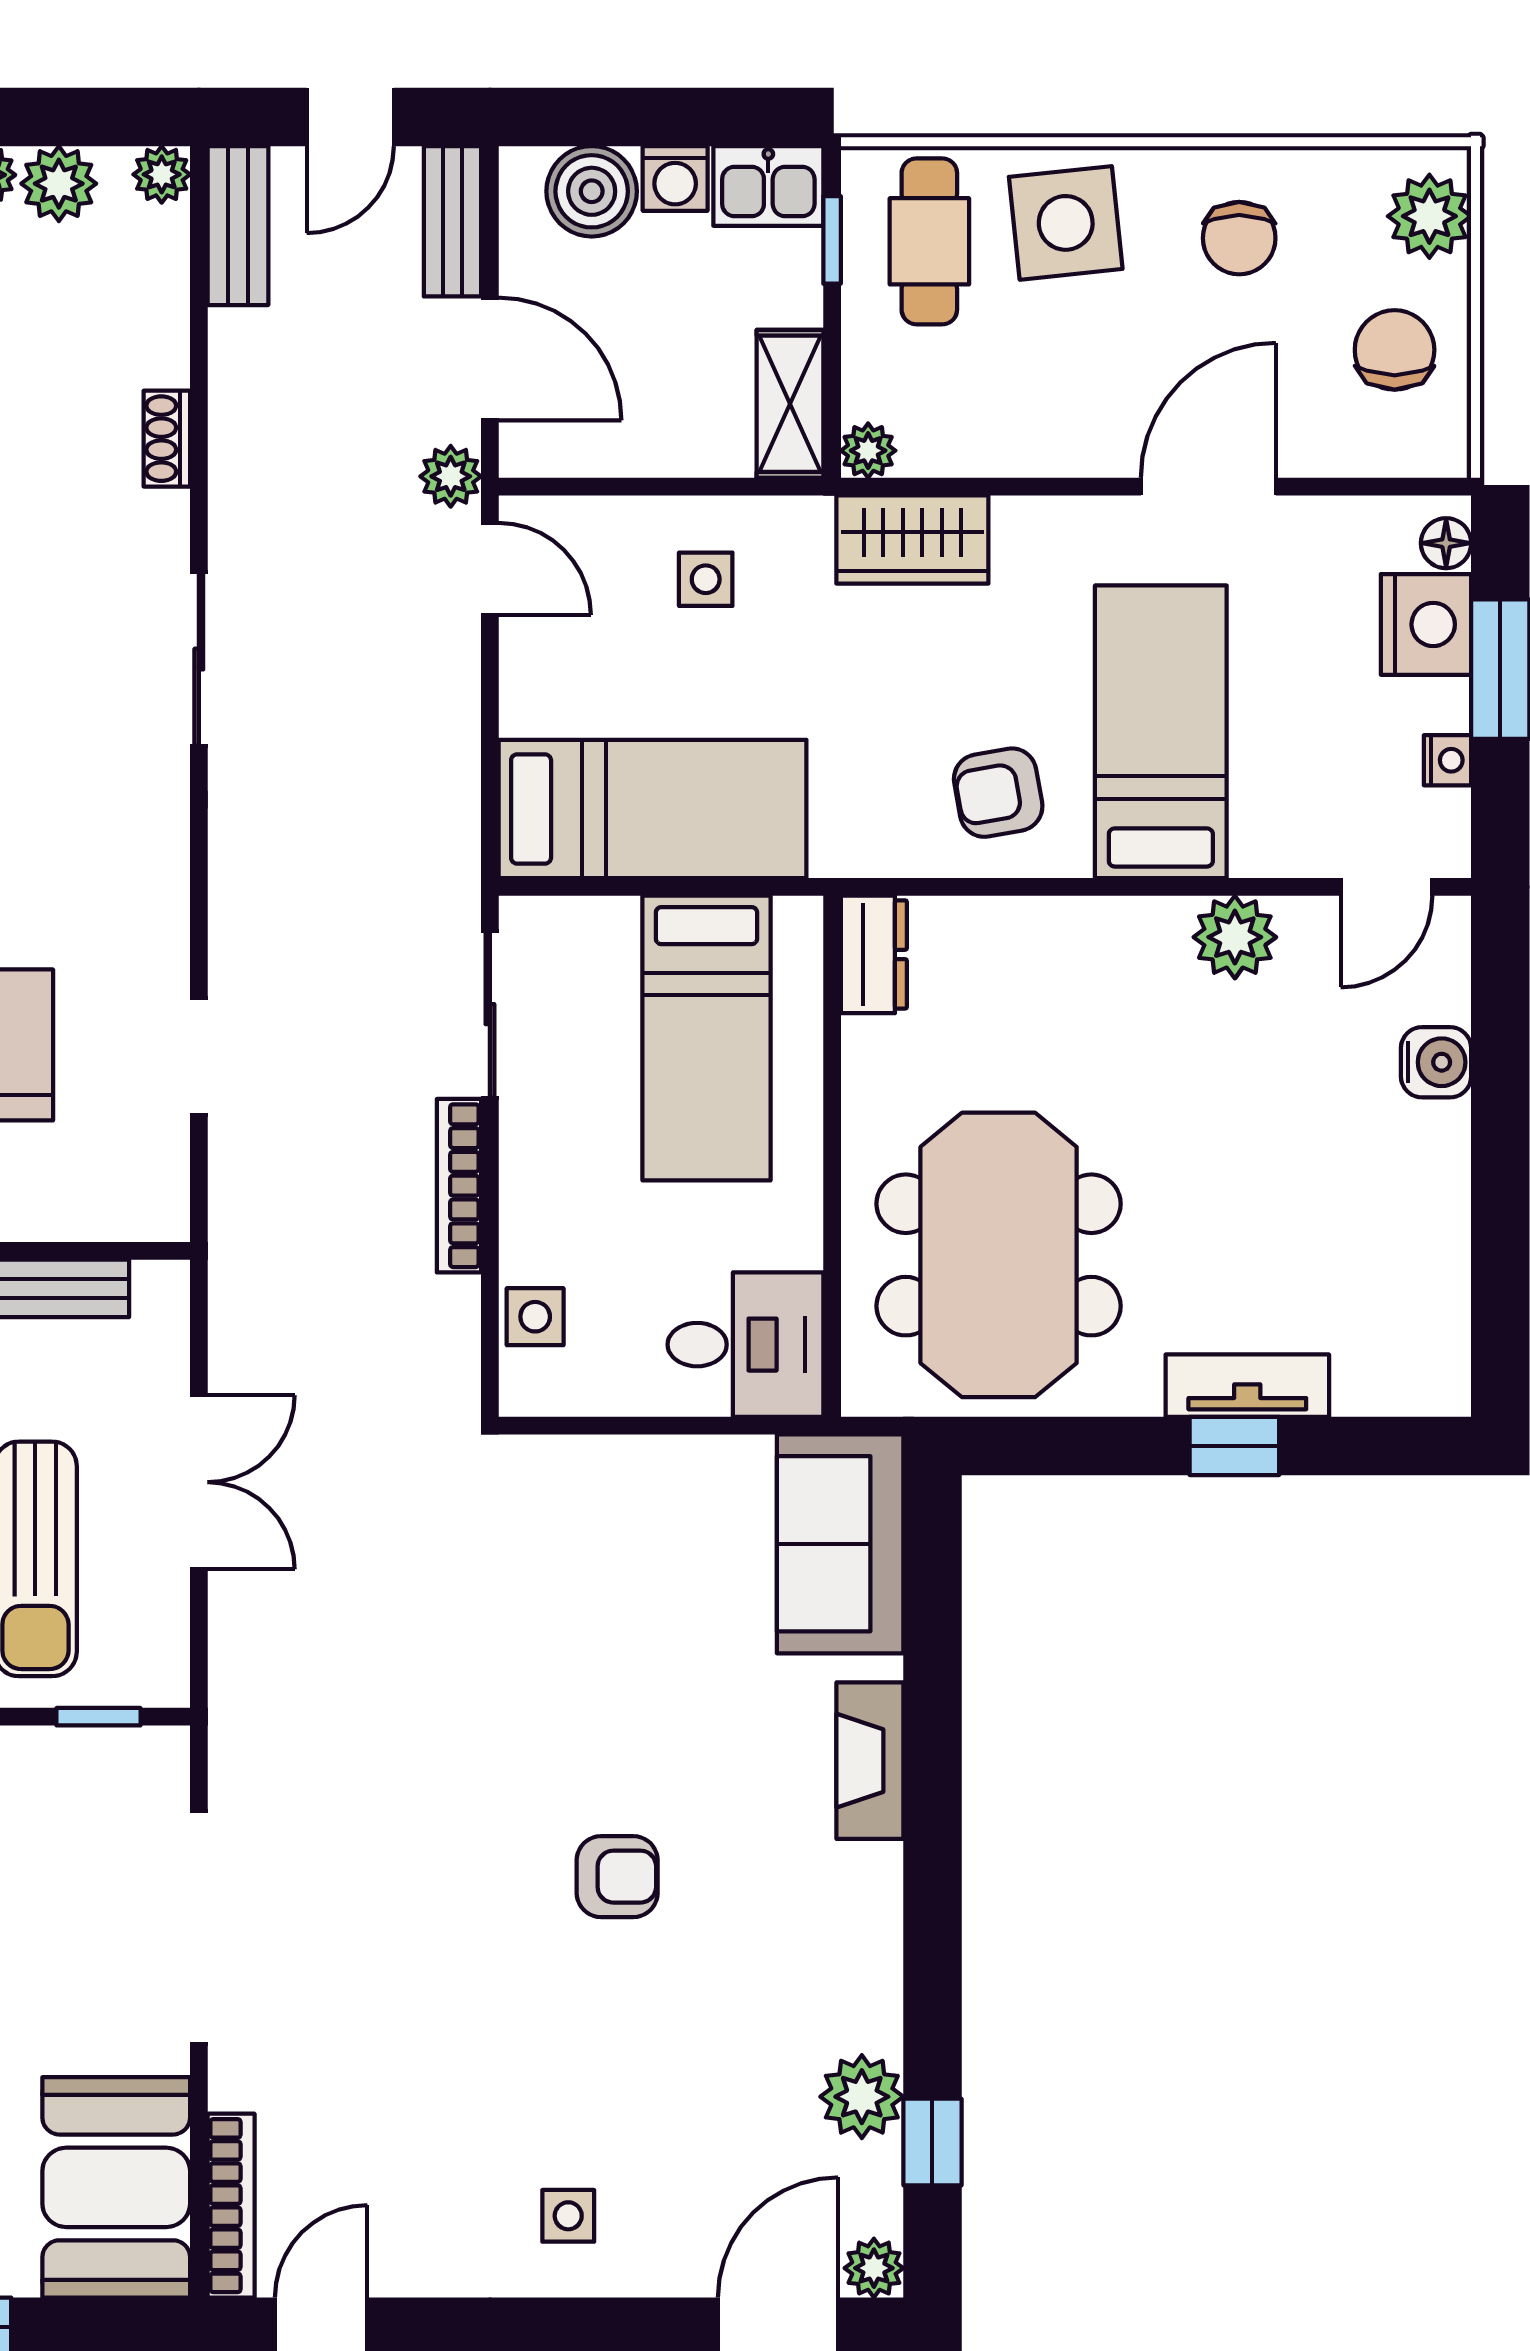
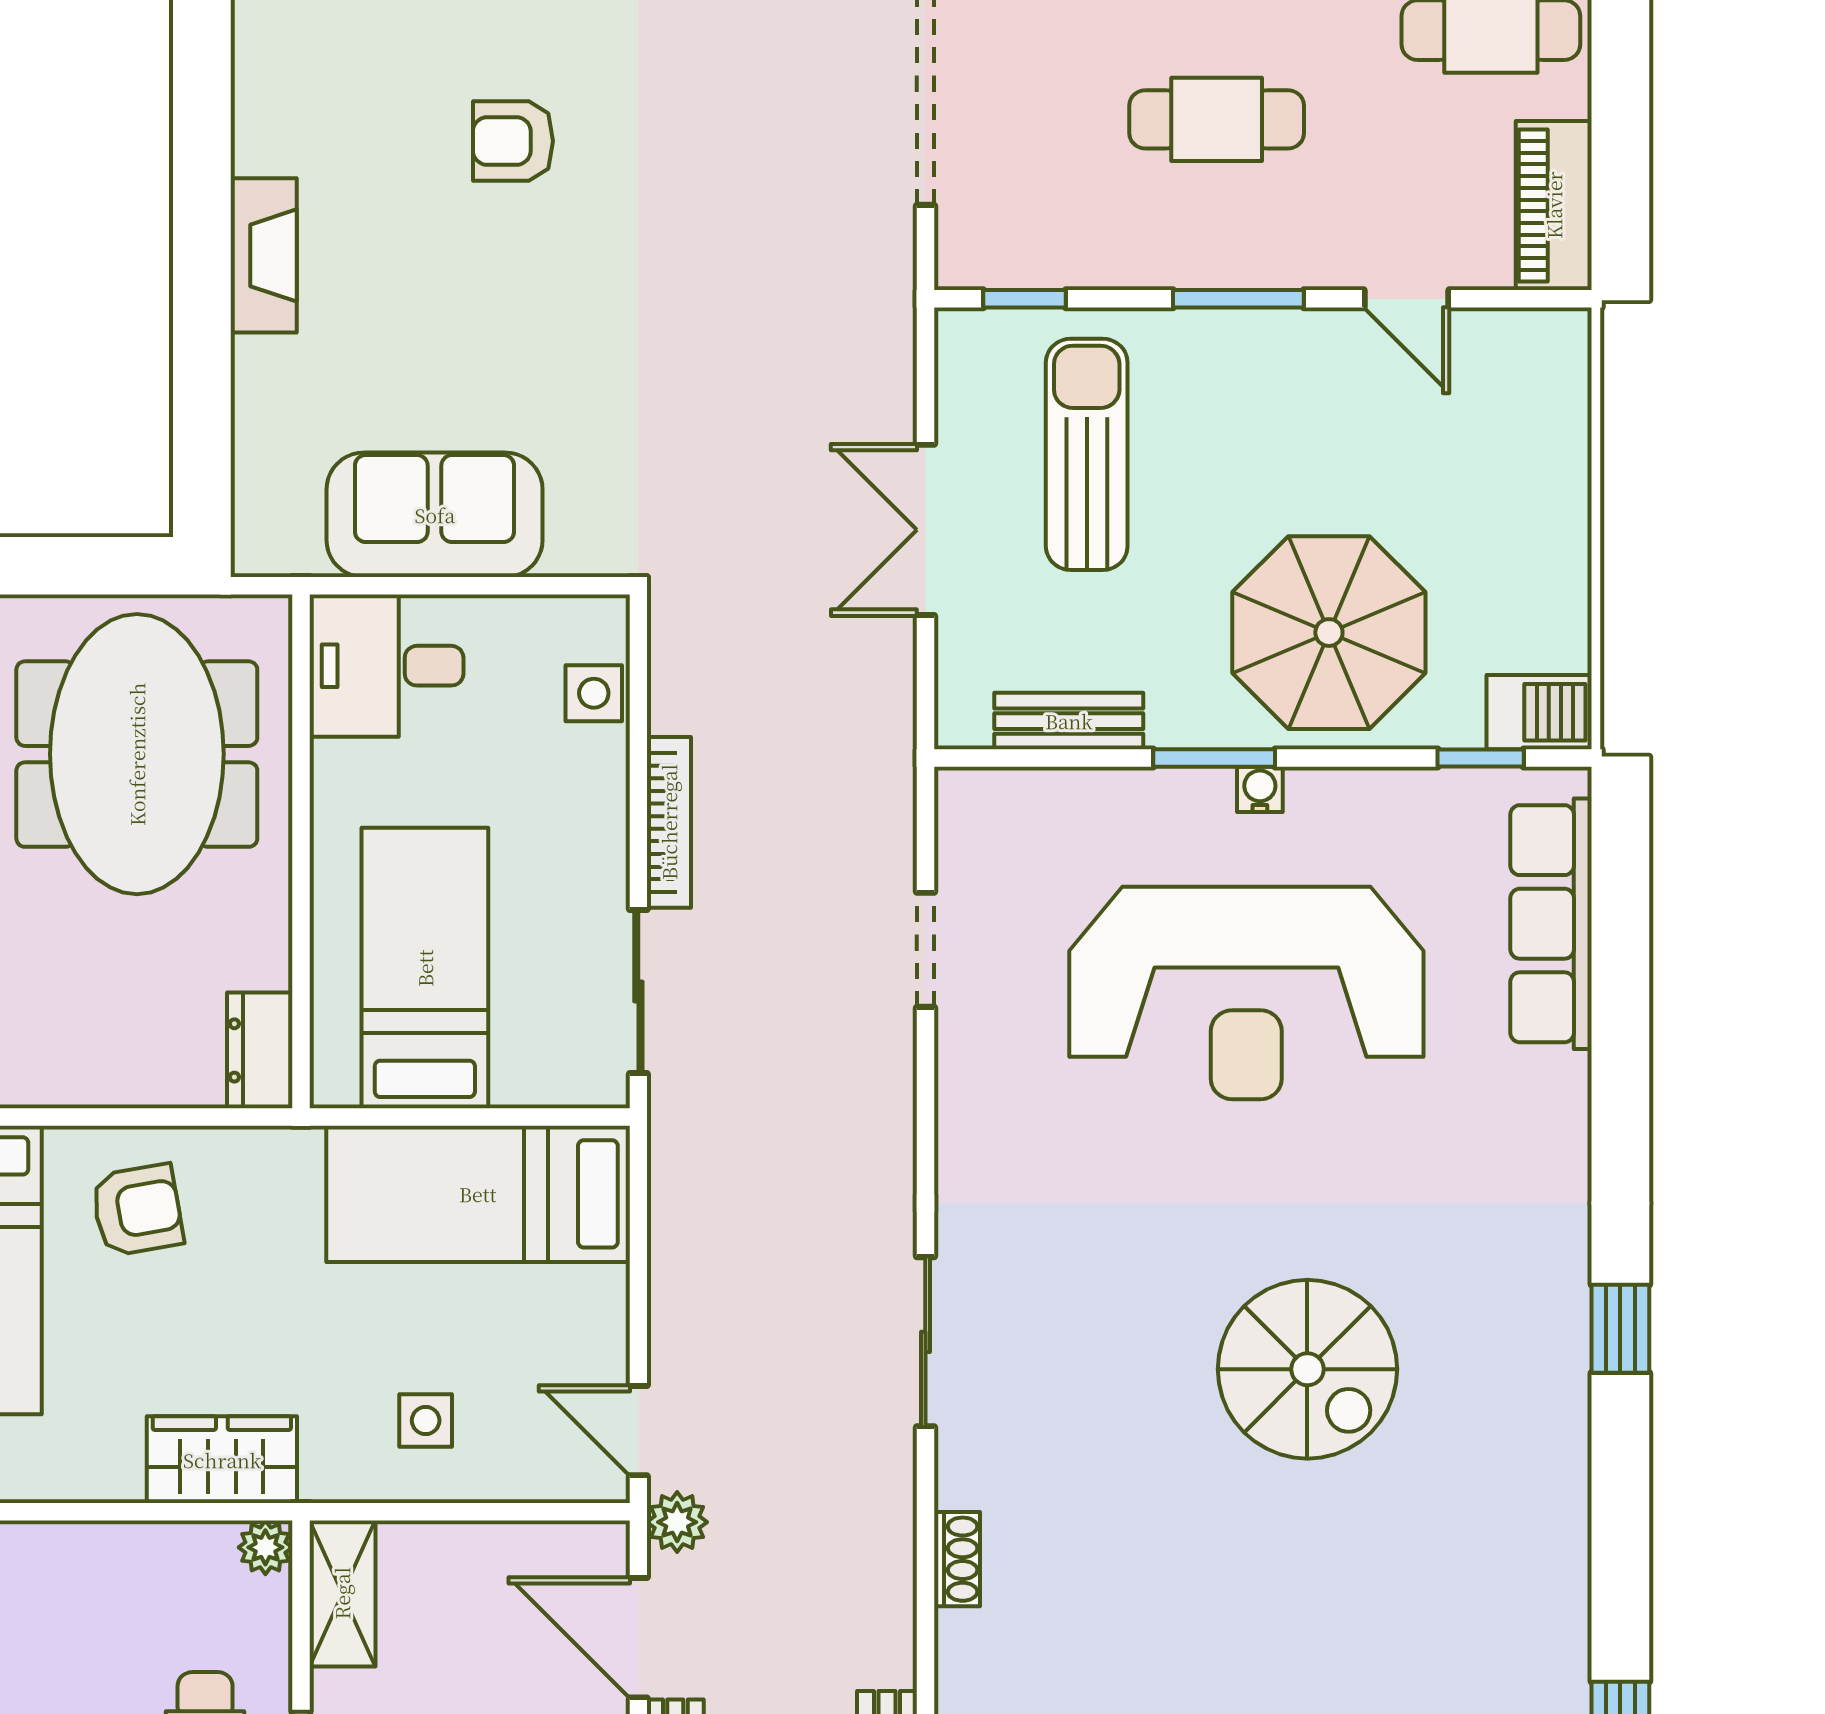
sofa: (840, 1544) -> (435, 515), moved, turned -90

